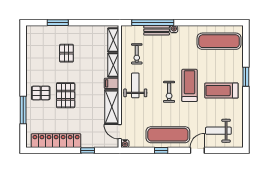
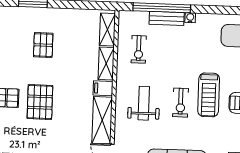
weight bench: (135, 85) -> (144, 103), moved
treadmill: (190, 85) -> (209, 95), turned 180

